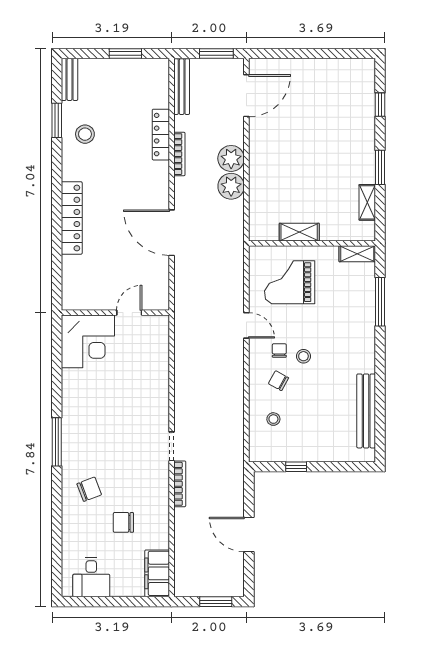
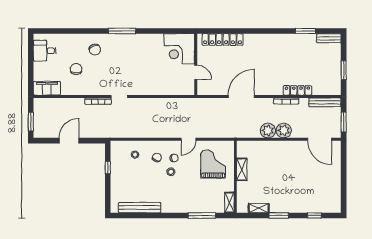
stool: (85, 134) -> (298, 47), removed
locker: (72, 218) -> (223, 40), moved

